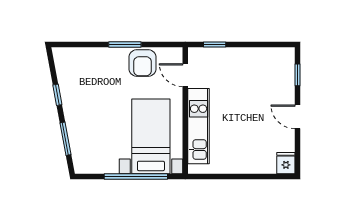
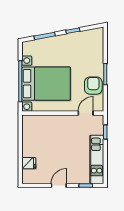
armchair: (143, 63) -> (93, 86), turned 90
kitchen unit: (199, 126) -> (97, 159), moved, turned 90
bed with nightstands: (151, 136) -> (46, 84), width x1.36
fridge: (286, 163) -> (29, 163), moved

